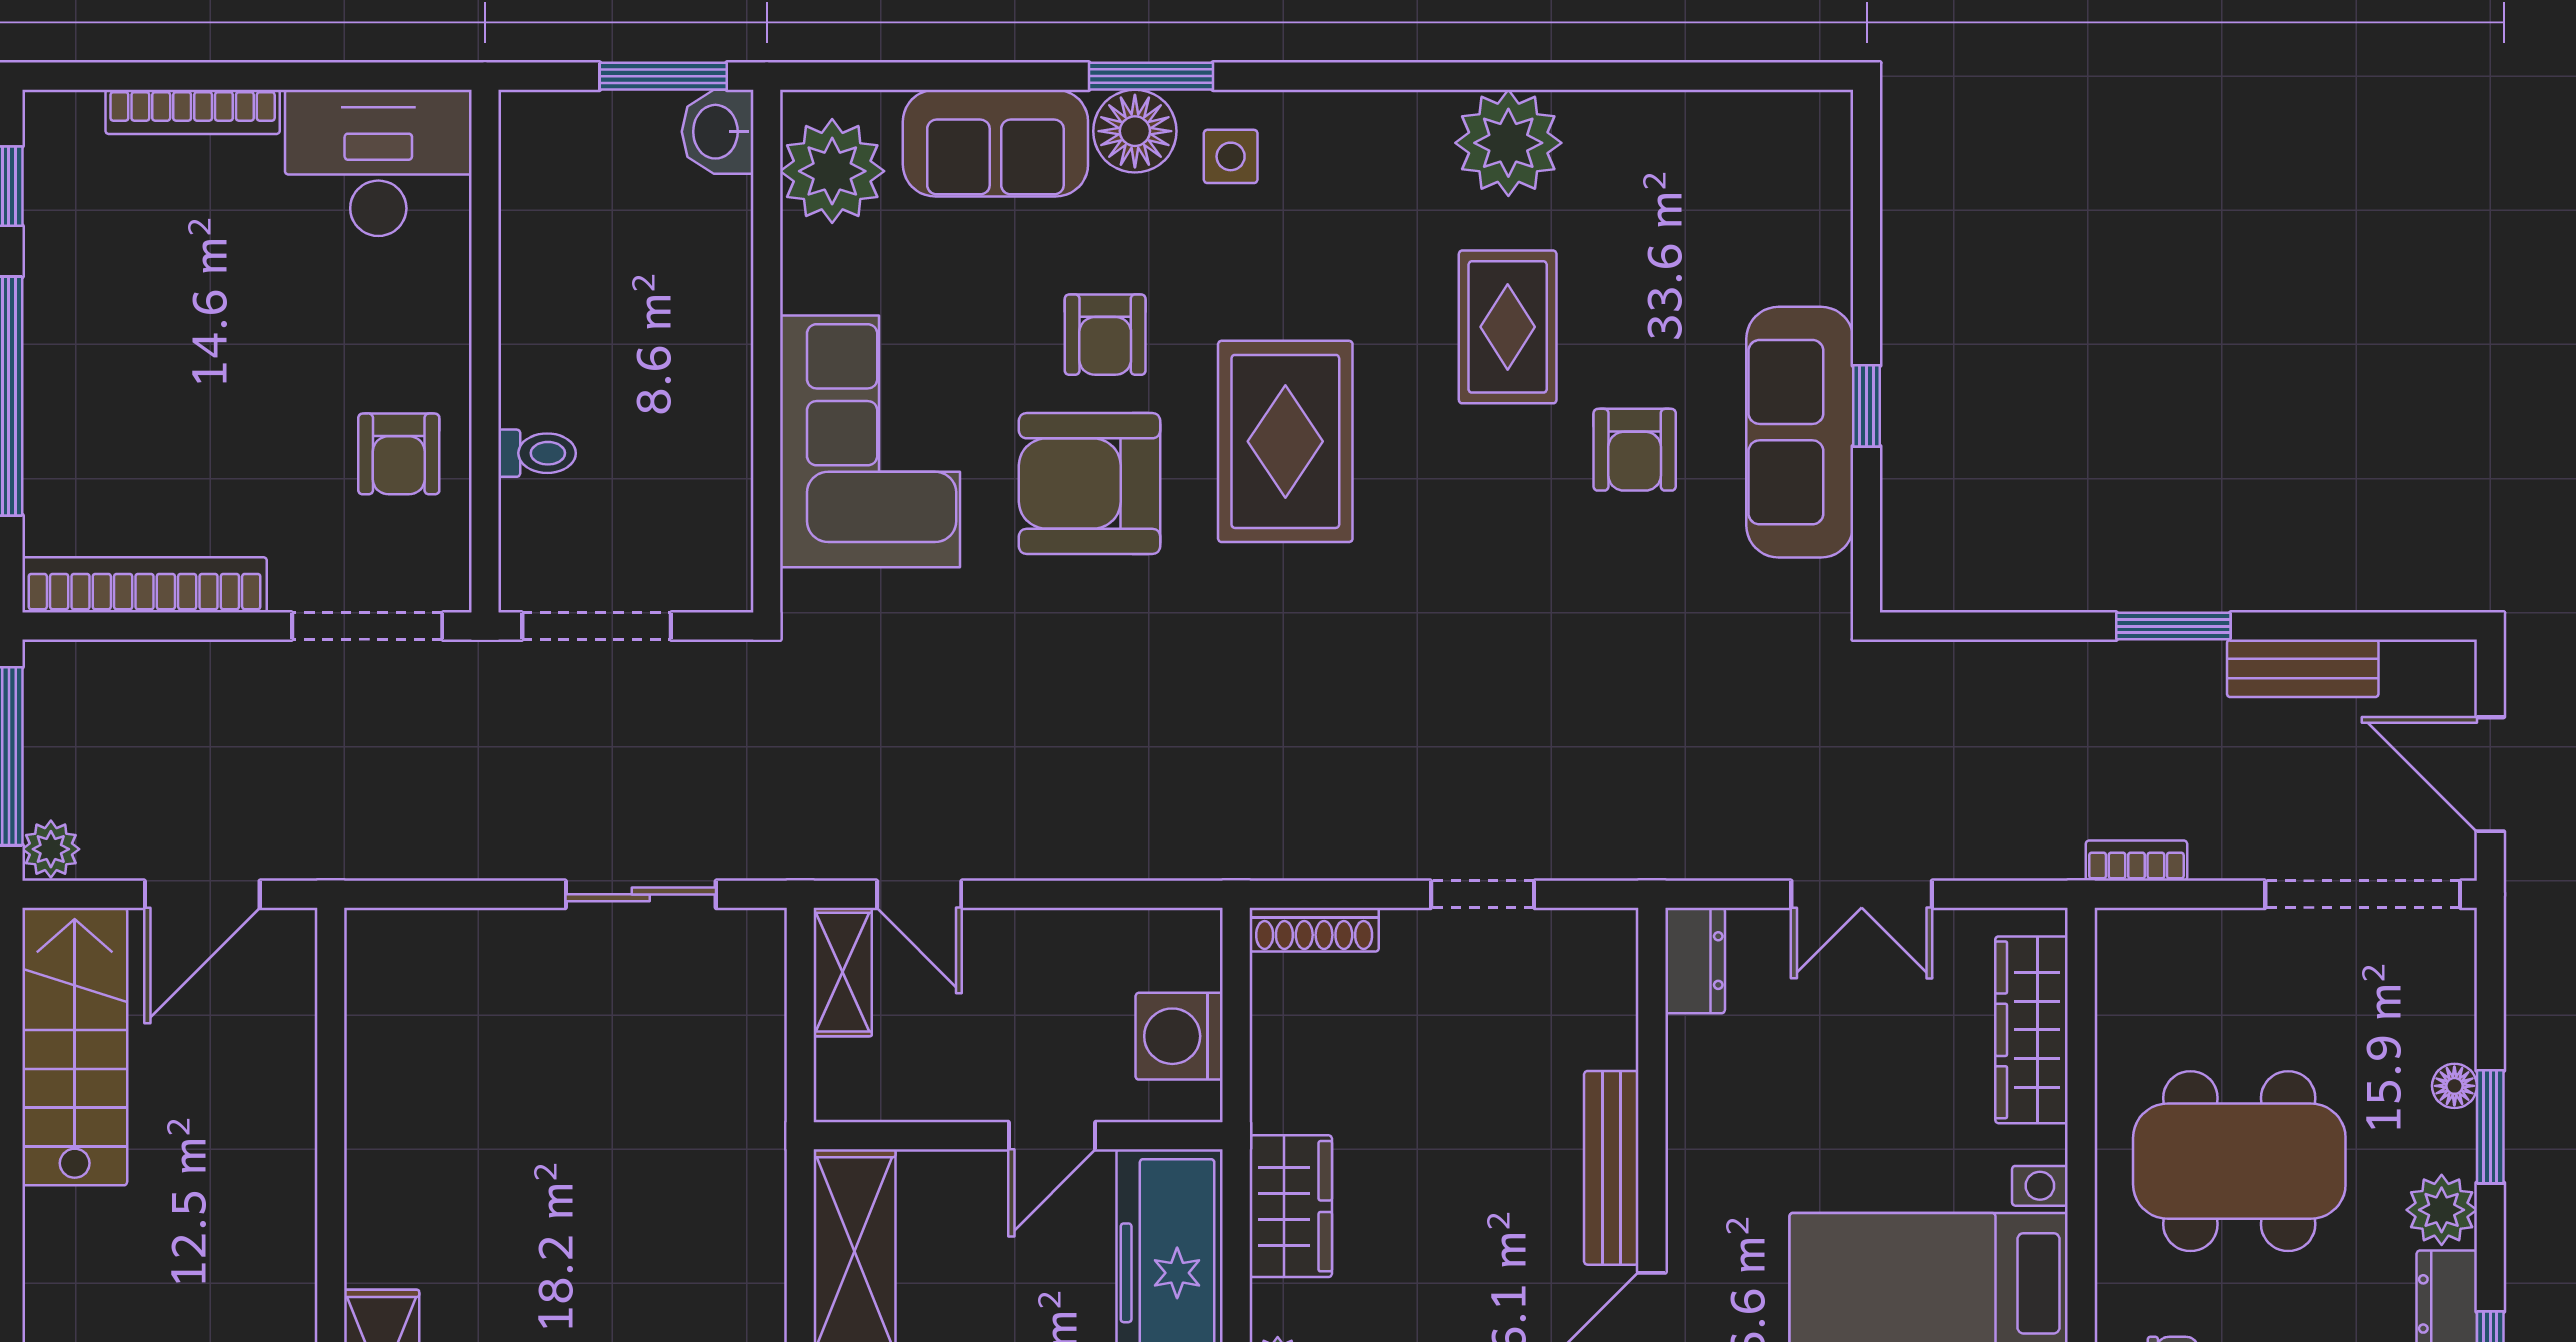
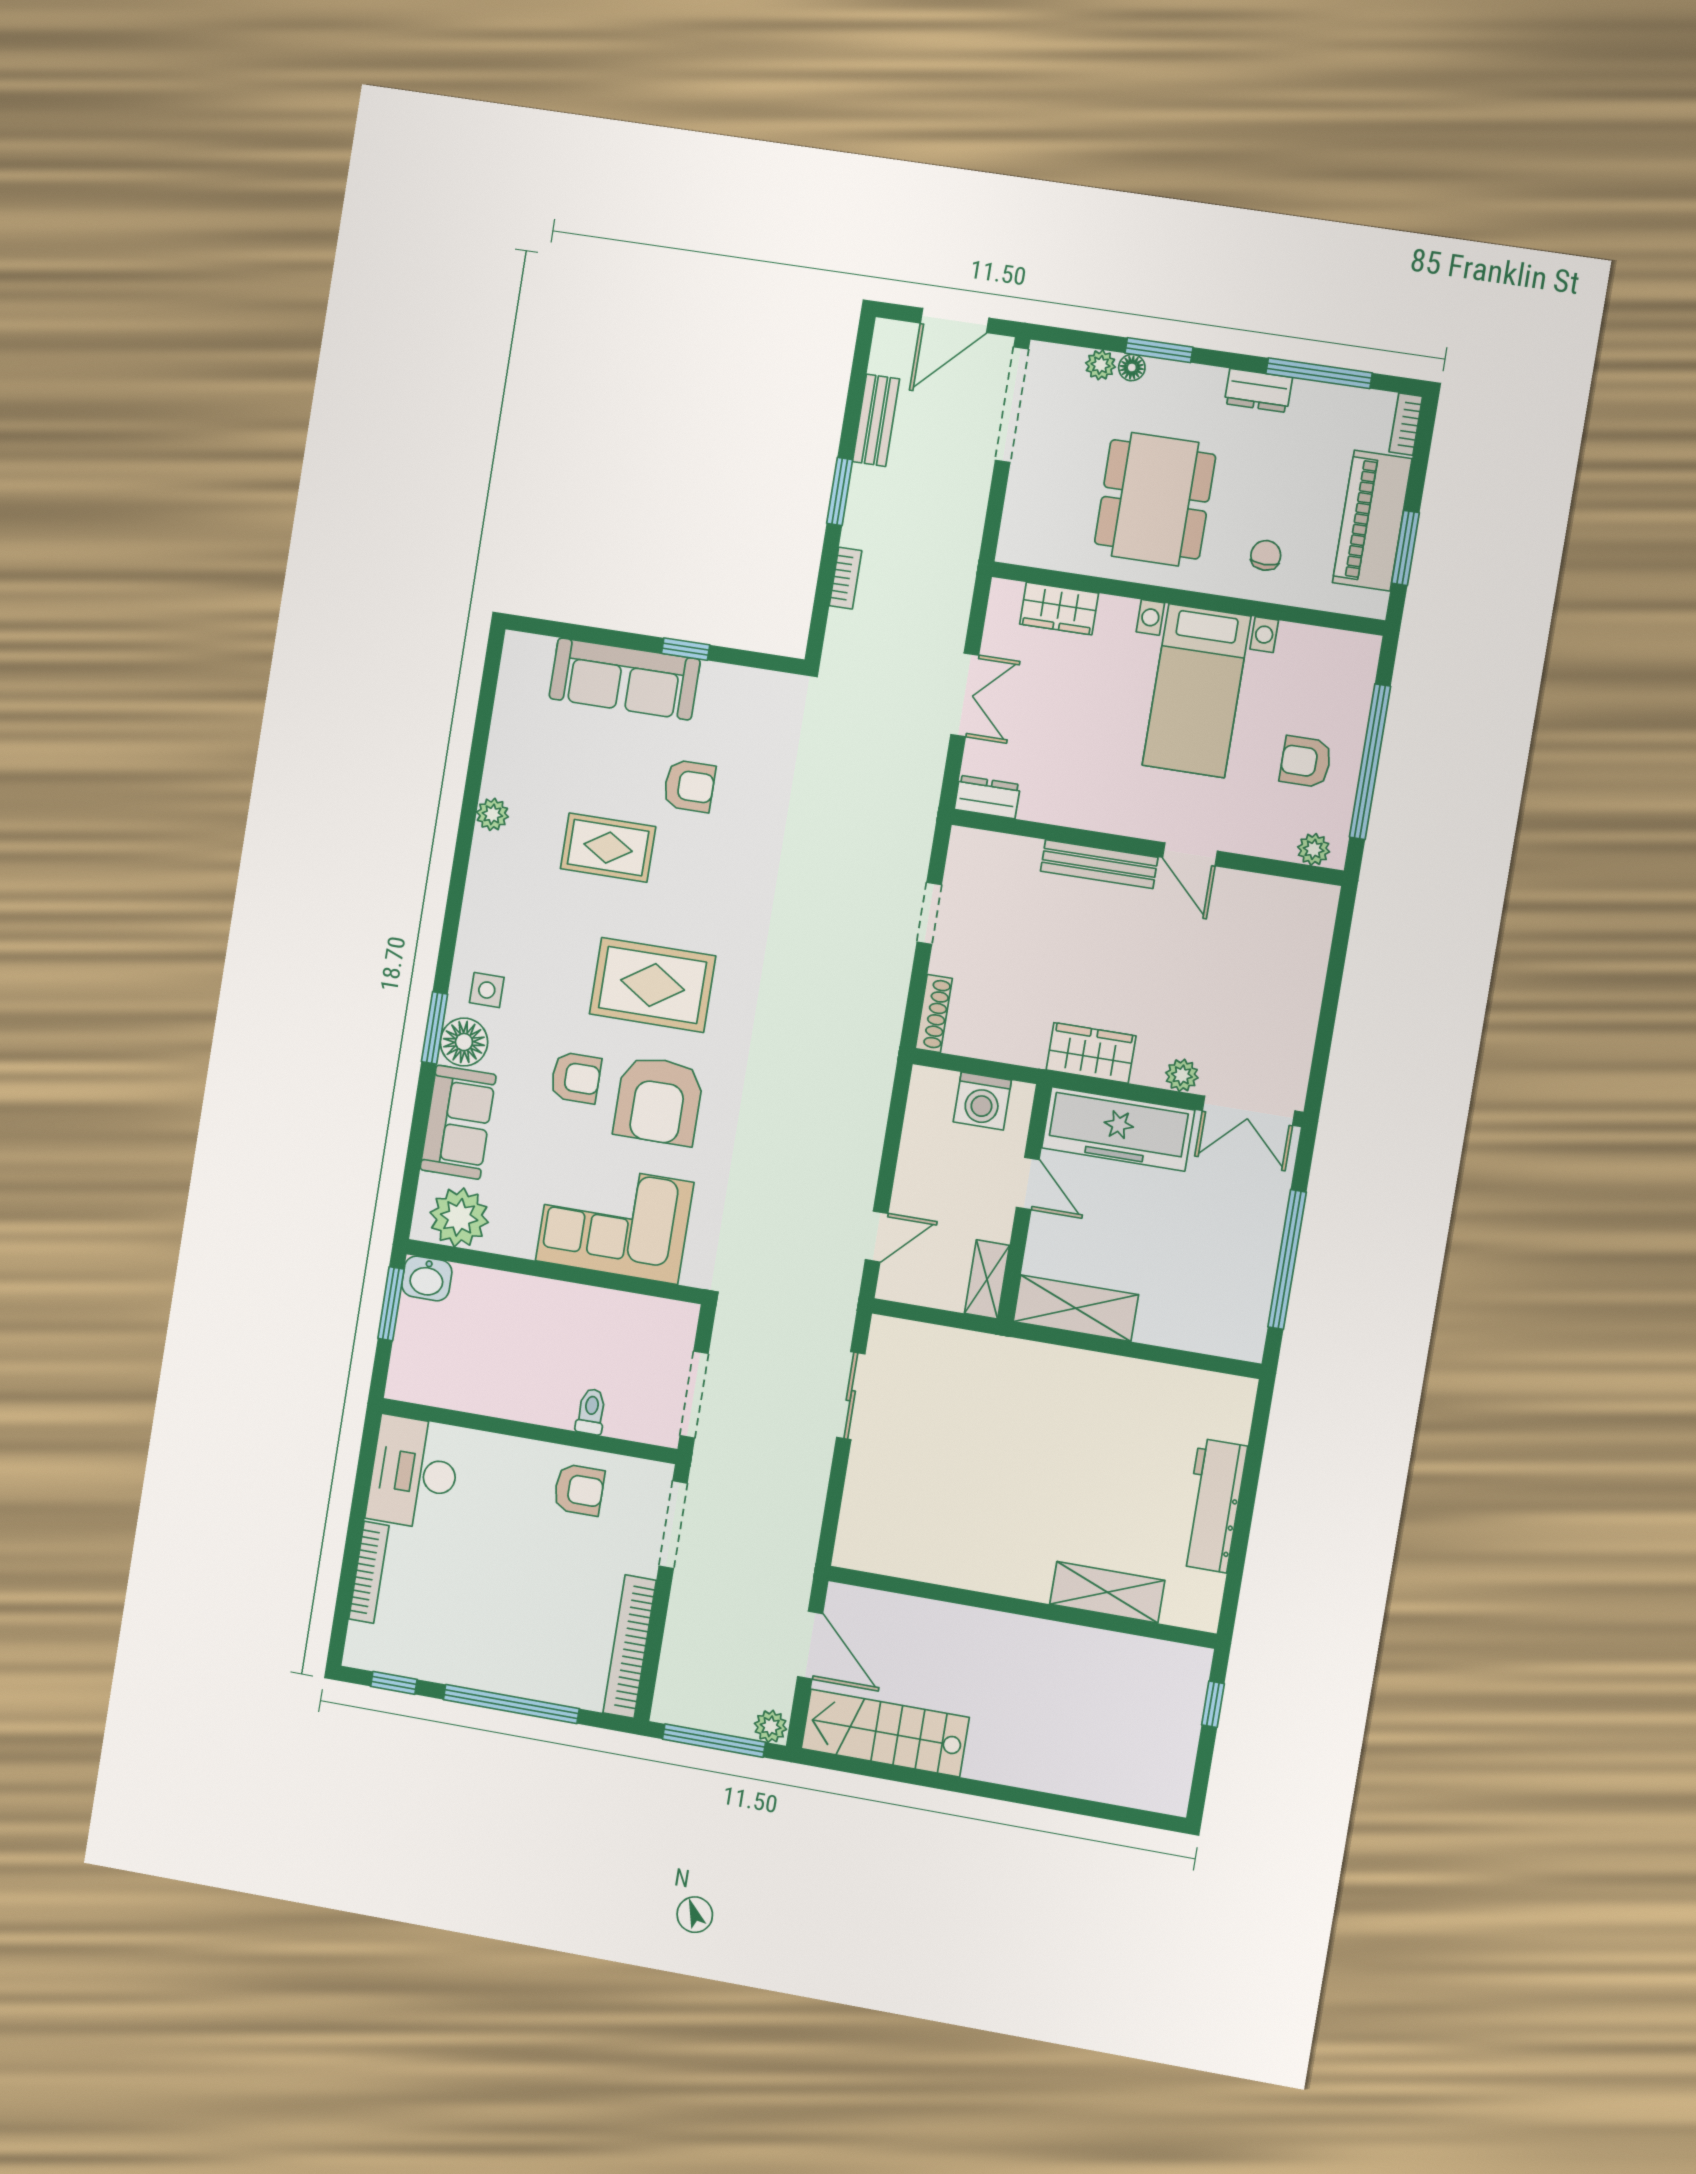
plant: (1508, 143) -> (492, 814), width x0.53, depth x0.53
sofa: (1800, 432) -> (625, 679), moved
bookcase: (2136, 861) -> (845, 578), moved, turned 180
shelving: (843, 972) -> (987, 1279), moved, turned 90
wardrobe: (2032, 1030) -> (1059, 609), width x0.67
plant: (2442, 1210) -> (1100, 365), moved, width x0.73, depth x0.73

